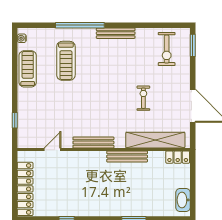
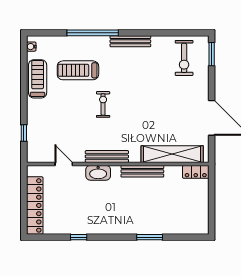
treadmill: (66, 61) -> (78, 70), turned 90
exercise bike: (143, 98) -> (103, 104), moved
door: (53, 150) -> (64, 164), hinge flipped
washbasin: (183, 200) -> (98, 173), moved, turned -90

